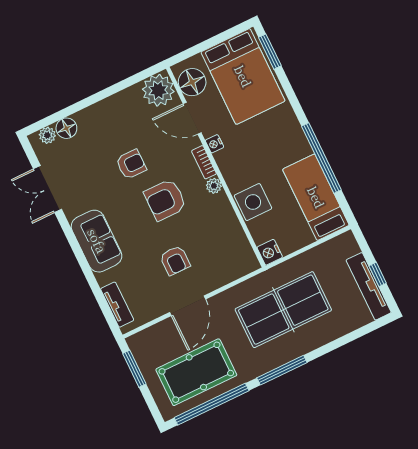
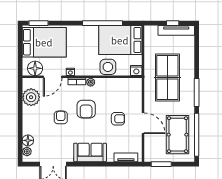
plant: (158, 90) -> (31, 97), moved
bed: (316, 197) -> (120, 40), width x1.50

